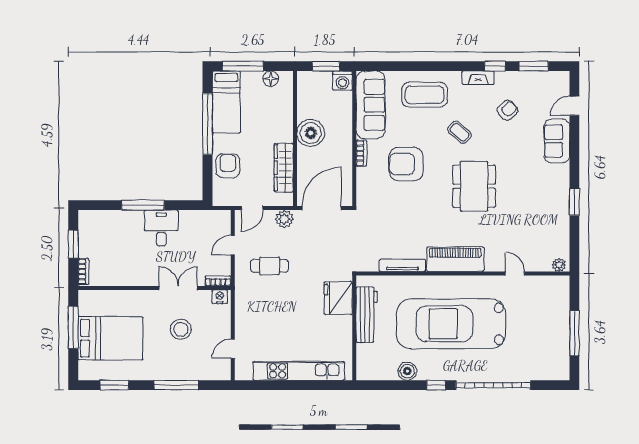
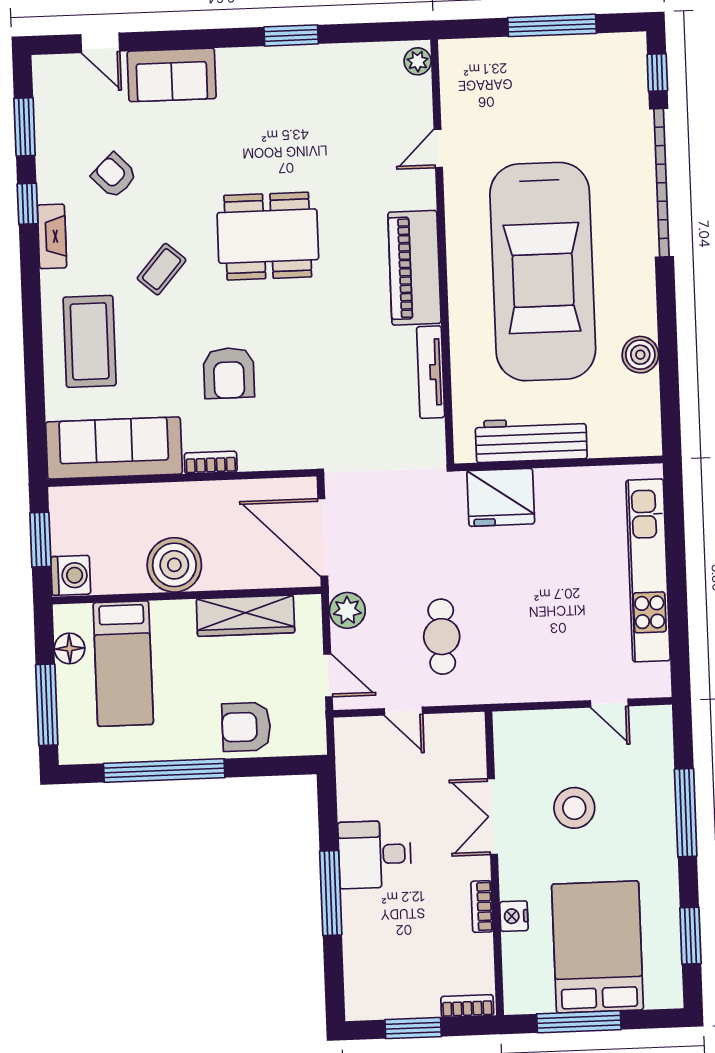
washing machine: (343, 81) -> (71, 575), moved
bed: (226, 102) -> (123, 664), moved, turned 90
armchair: (406, 164) -> (229, 373), width x0.73, depth x0.73
bookcase: (218, 281) -> (482, 906), moved
nightstand: (220, 297) -> (514, 916), moved
window: (436, 385) -> (657, 72), moved

